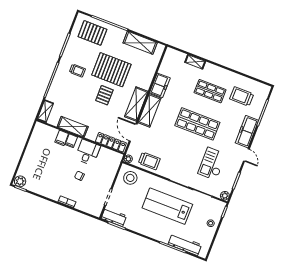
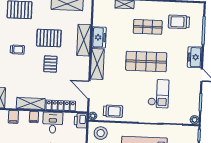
pallet: (111, 70) -> (49, 38), width x0.73, depth x0.71
shelving: (136, 104) -> (84, 40), moved
freezer: (247, 132) -> (195, 57), width x0.71
filing cabinet: (62, 138) -> (13, 117), moved
locker: (111, 142) -> (61, 105), moved
printer: (115, 159) -> (81, 121), added
checkout: (212, 164) -> (158, 94), moved, turned 180

